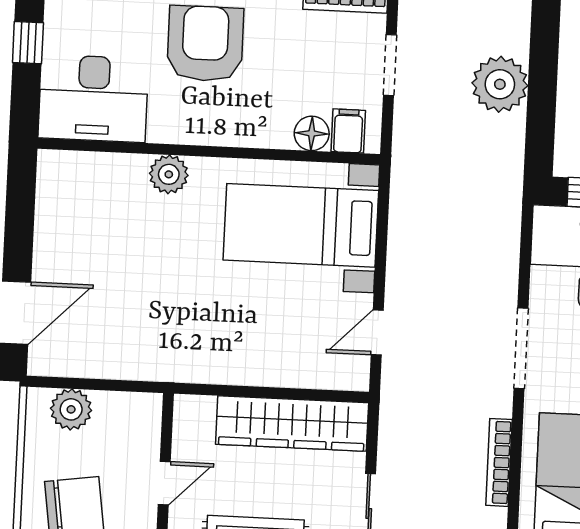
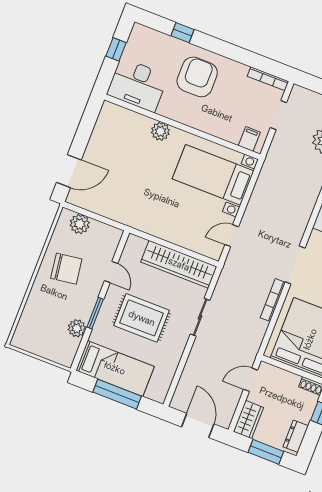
floor lamp: (312, 133) -> (232, 134), removed
bookcase: (499, 462) -> (273, 300), moved
door: (164, 483) -> (111, 272), hinge flipped

